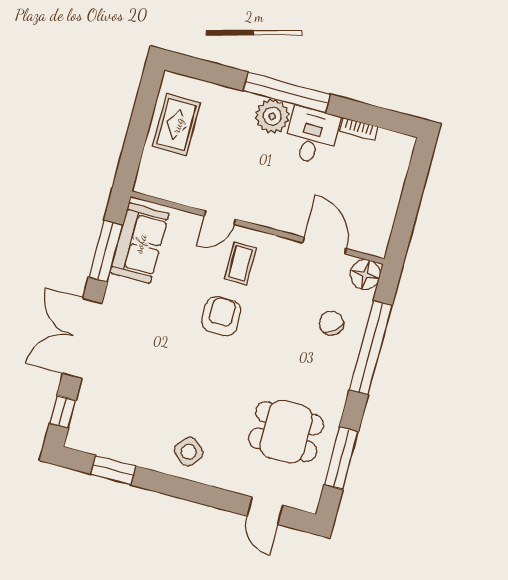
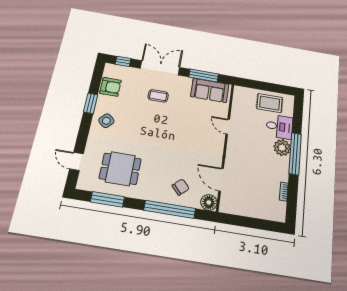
desk: (312, 136) -> (279, 127), moved
door: (324, 246) -> (221, 180), swing flipped
coffee table: (240, 263) -> (158, 96), moved
armchair: (221, 316) -> (110, 87), moved
dining table: (286, 432) -> (120, 169), turned 90
window: (113, 470) -> (91, 103), moved
door: (265, 511) -> (76, 161), hinge flipped

